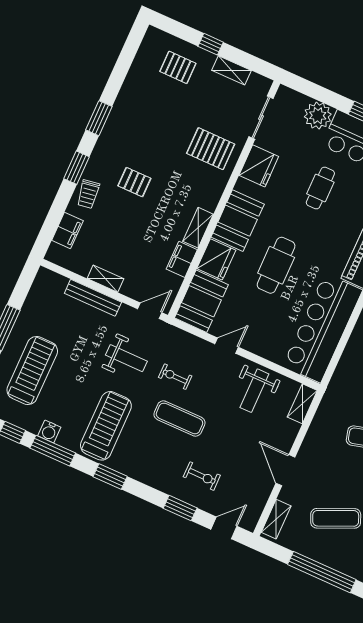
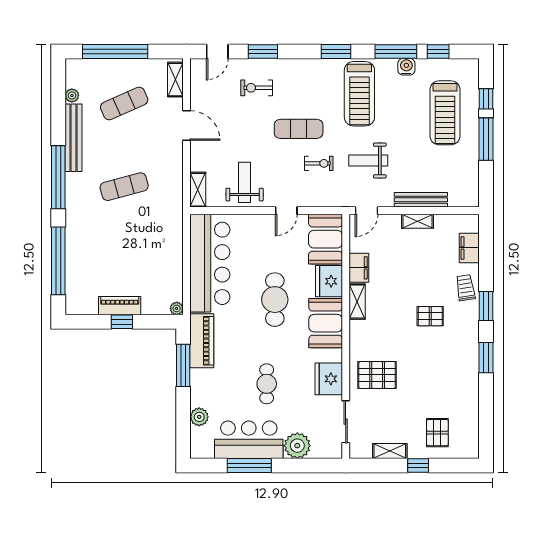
pallet: (178, 67) -> (437, 433), turned 90

